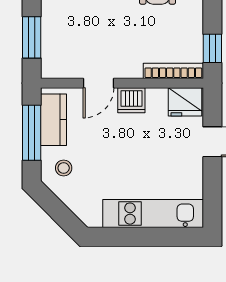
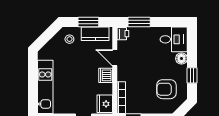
printer: (53, 68) -> (123, 34), added
window: (32, 133) -> (88, 22), width x0.69

